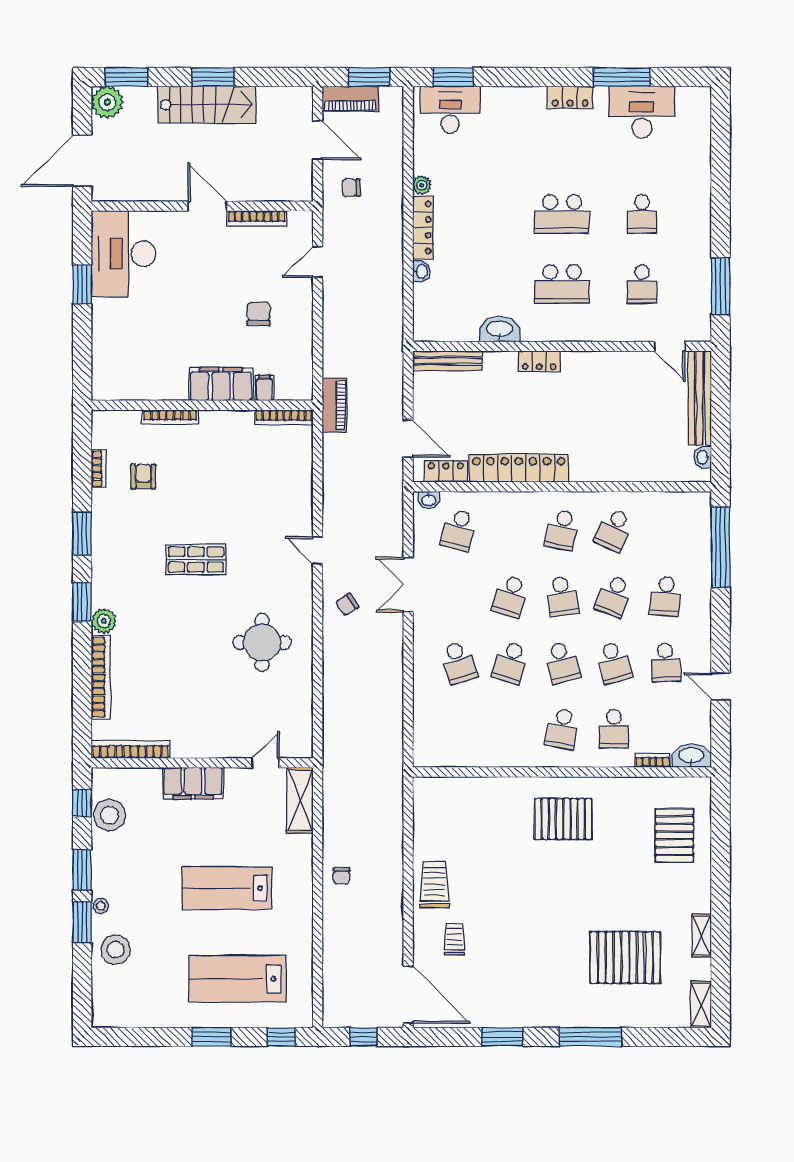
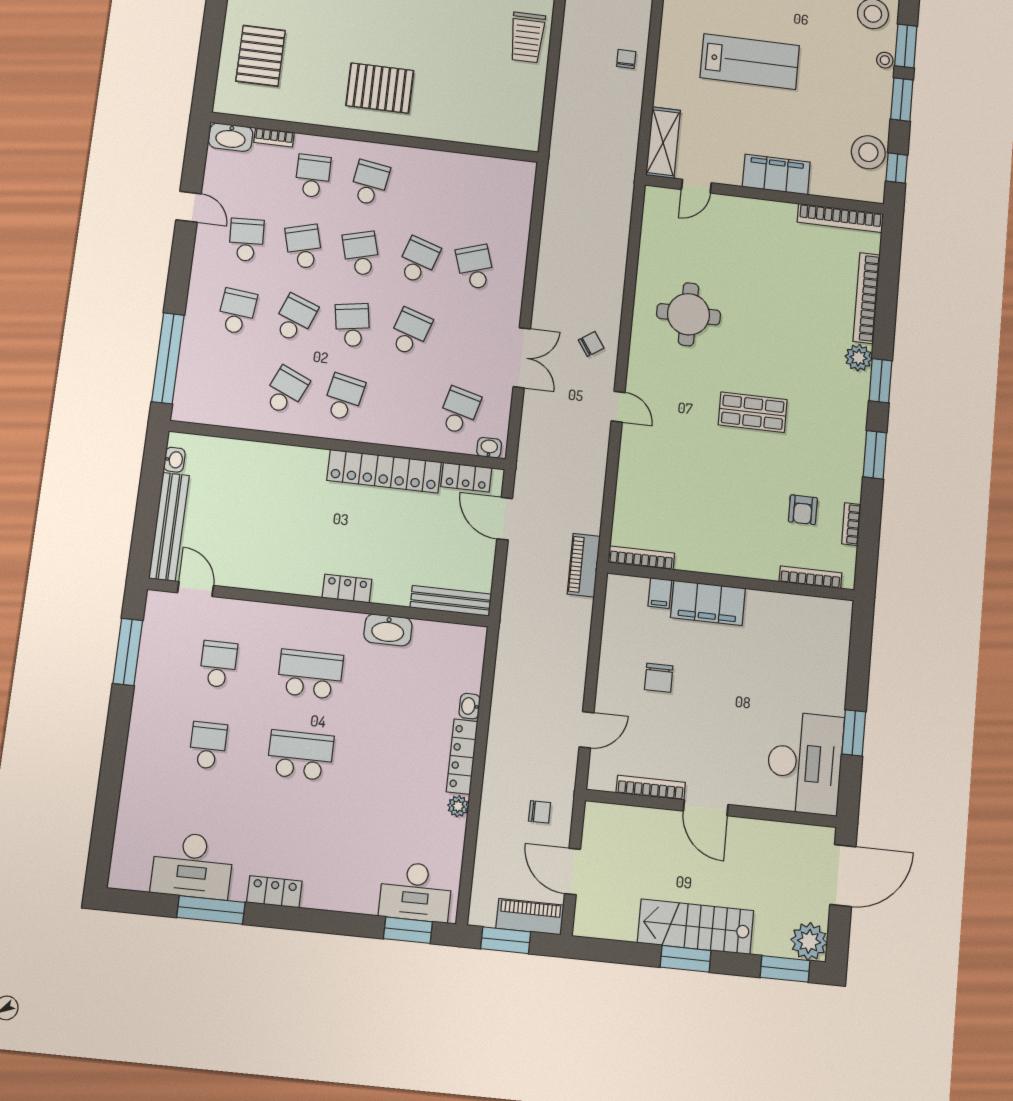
bookcase: (170, 417) -> (811, 577), moved

